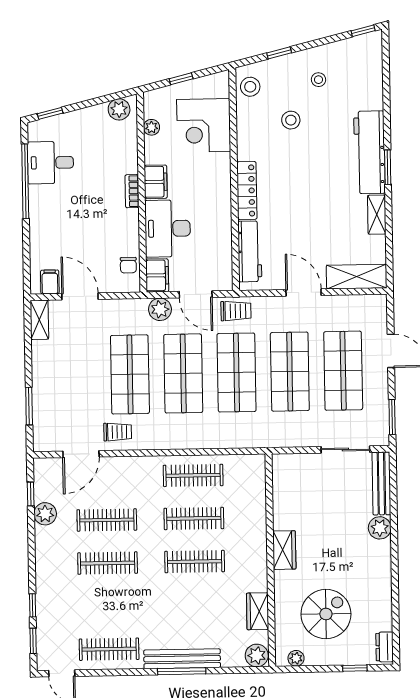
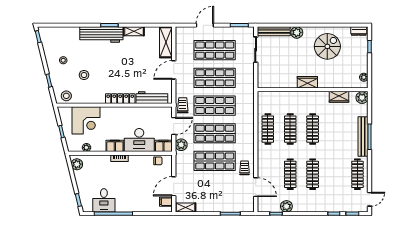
spiral stairs: (326, 614) -> (327, 46), moved, turned 90

